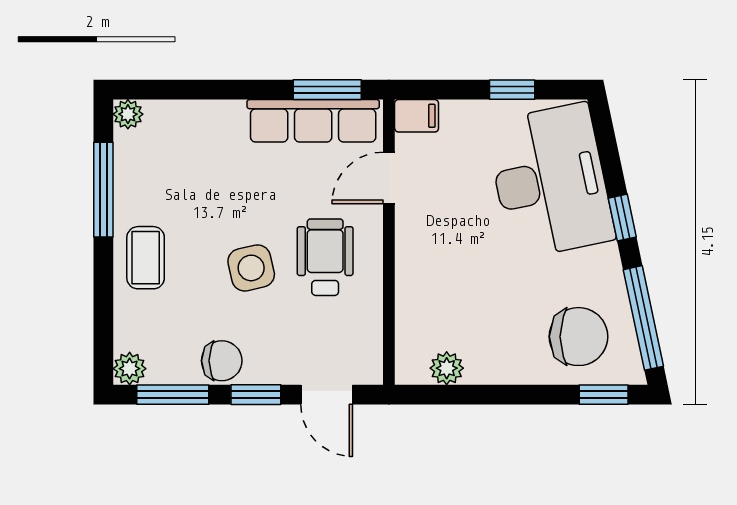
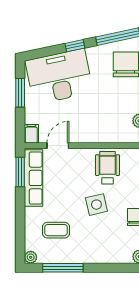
window: (512, 90) -> (20, 93), width x1.50
door: (389, 178) -> (58, 146), swing flipped
wheelchair: (325, 257) -> (108, 168), moved, turned 90
coffee table: (146, 258) -> (56, 230), moved

